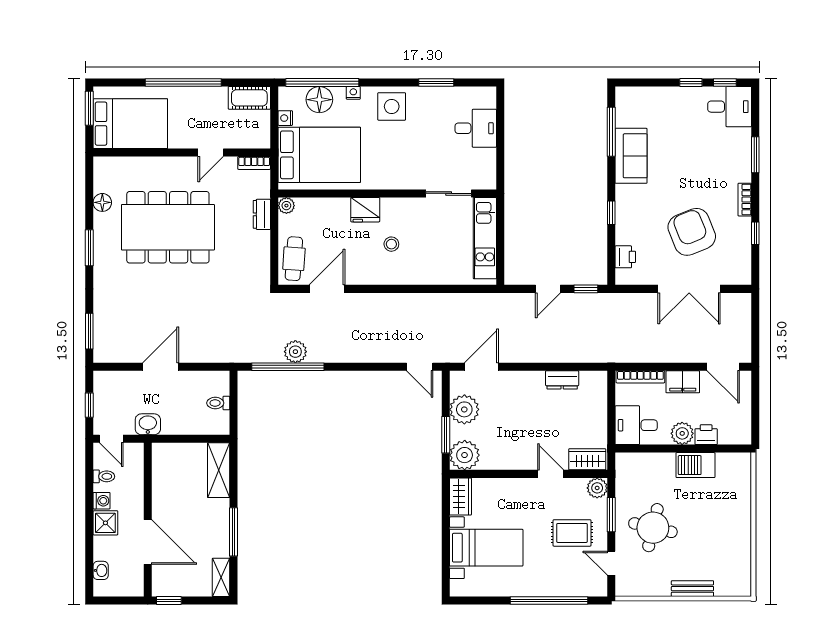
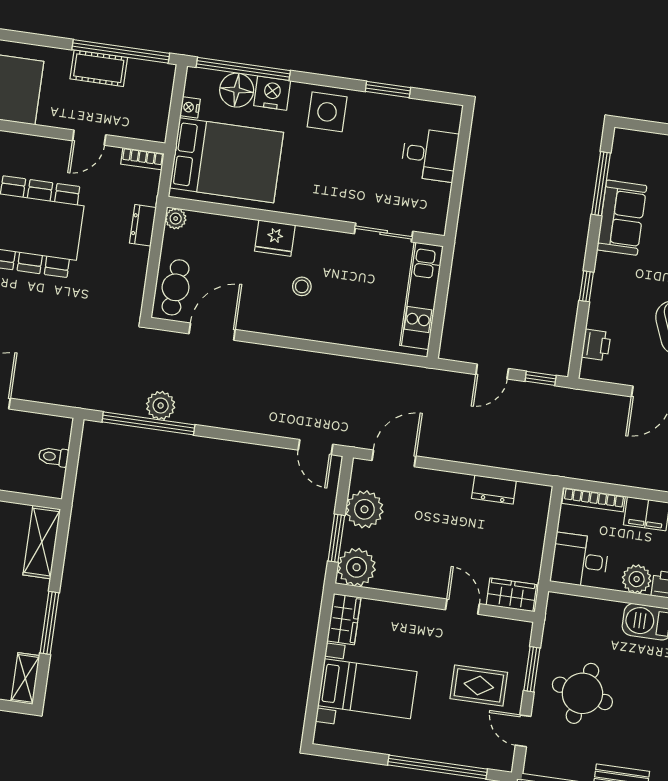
window: (183, 82) -> (121, 51), moved
nightstand: (353, 93) -> (272, 93), width x1.89, depth x1.79
cot: (249, 98) -> (99, 68), moved
plant: (597, 488) -> (519, 633), removed

